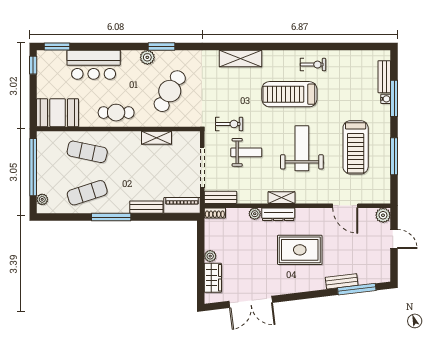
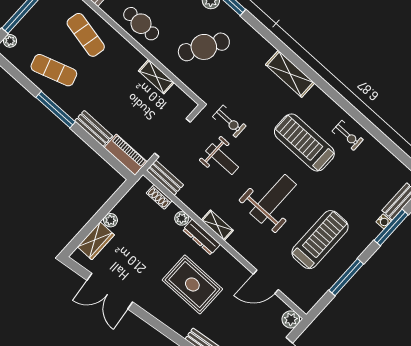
treadmill: (356, 147) -> (320, 240), turned 180
door: (345, 206) -> (266, 282), hinge flipped
shoe rack: (215, 213) -> (159, 197), moved

